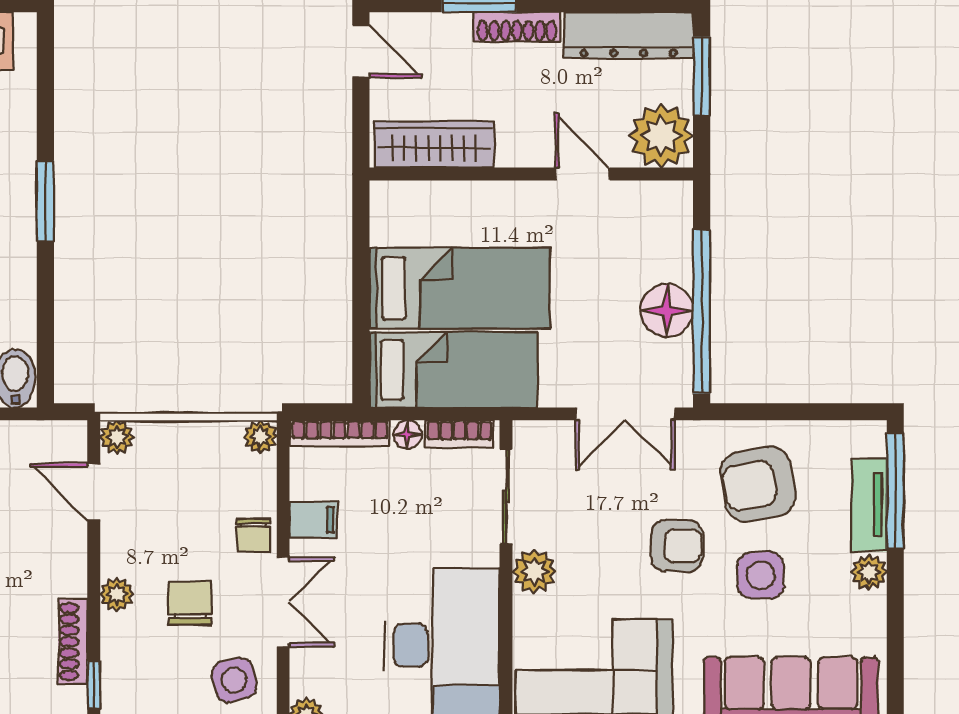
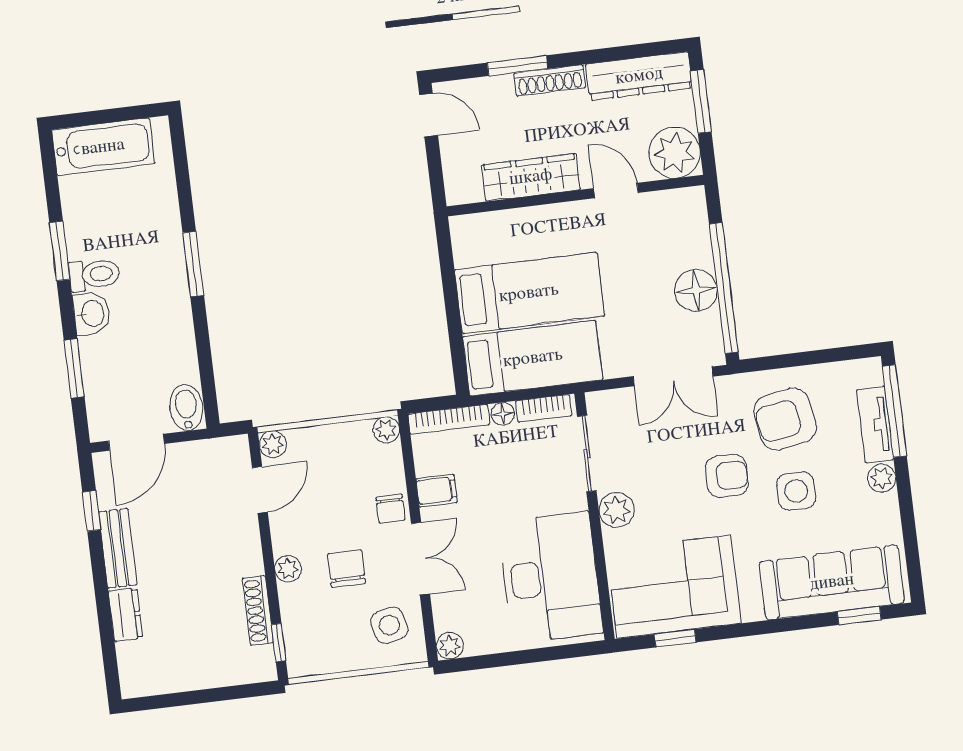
wardrobe: (434, 145) -> (531, 177), moved
door: (94, 492) -> (260, 490), swing flipped

